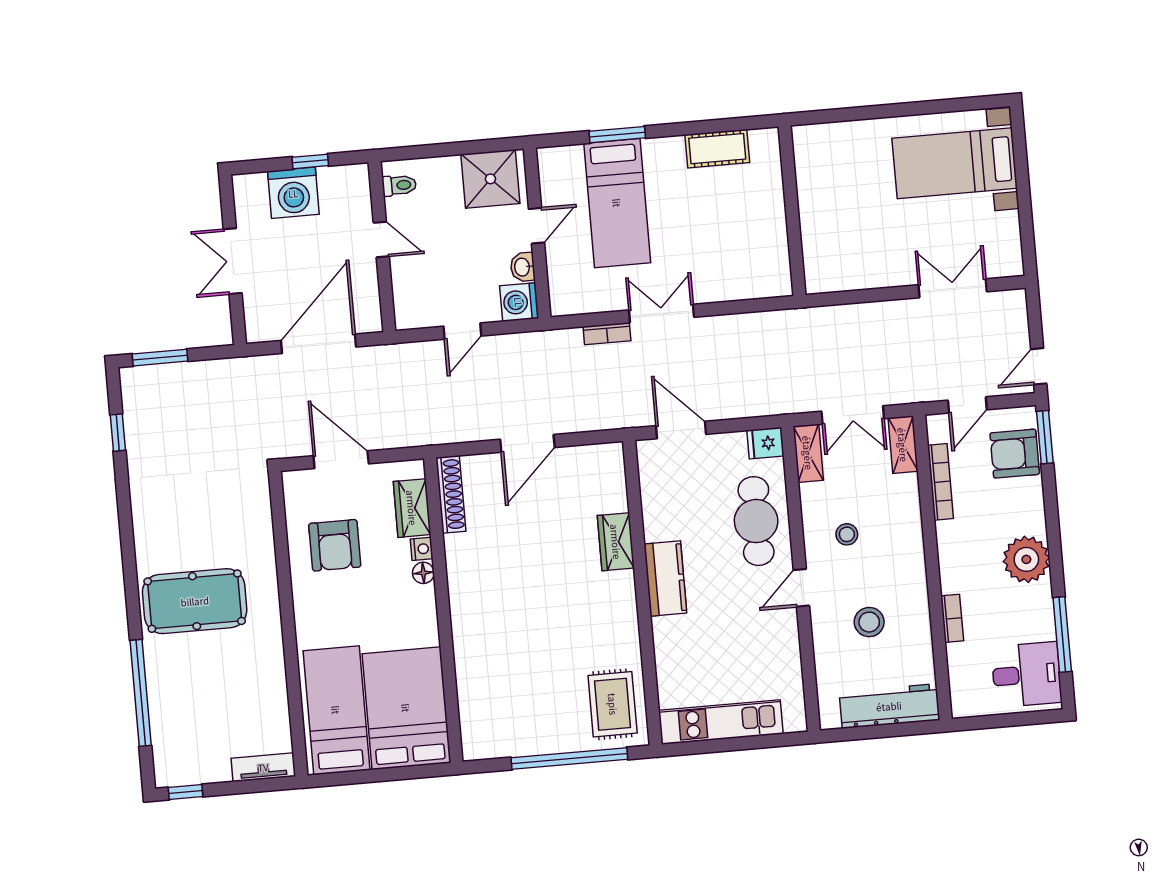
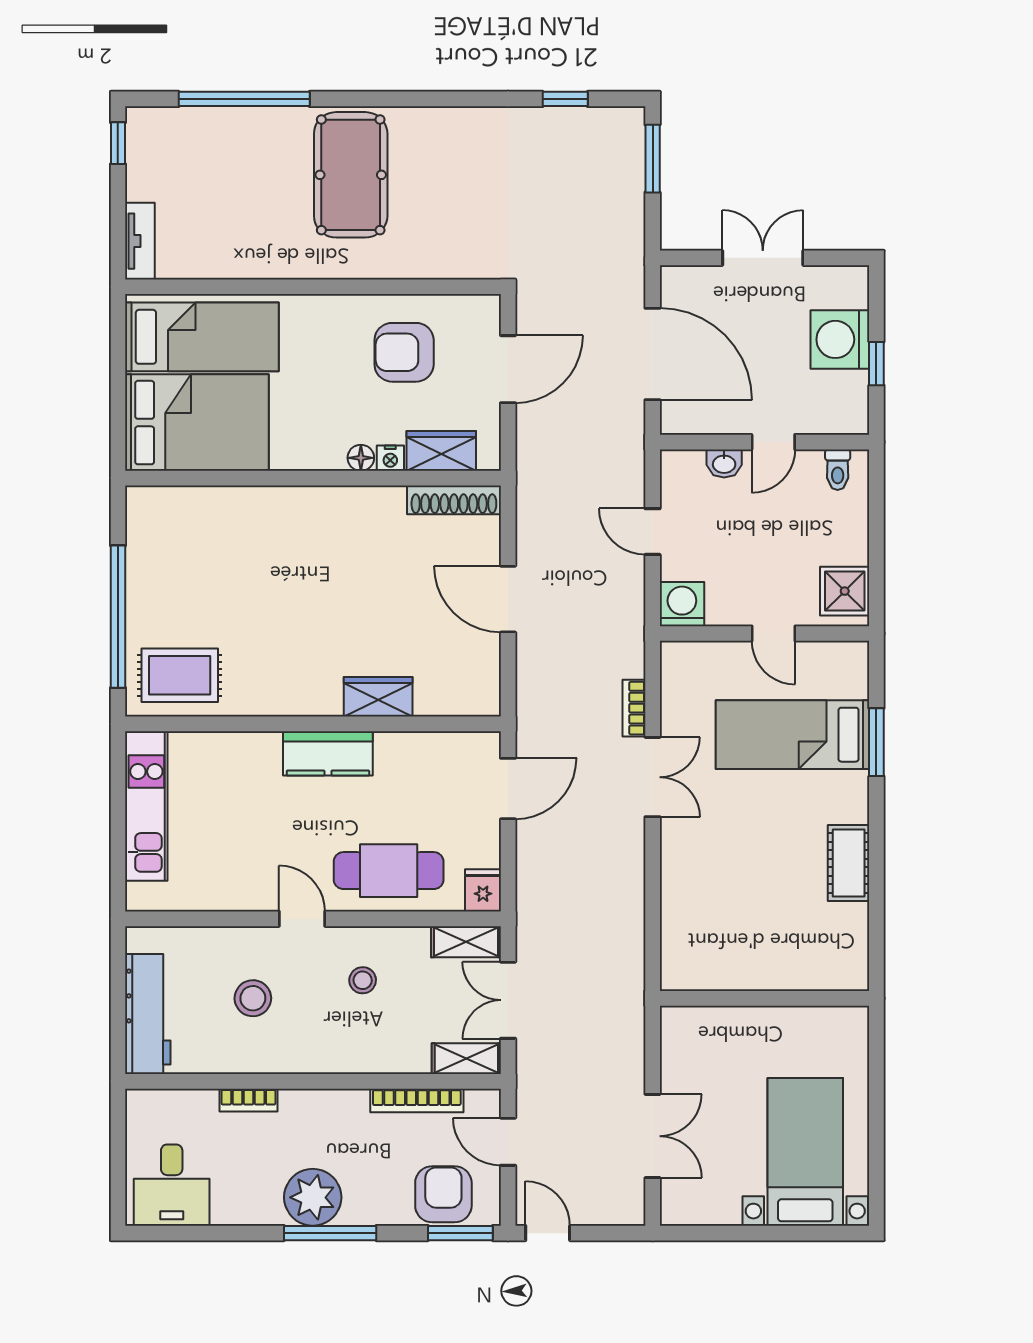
shower: (490, 179) -> (845, 591), width x0.73, depth x0.73
wall: (792, 211) -> (764, 998), moved
washbasin: (523, 267) -> (724, 463), moved, turned 180
window: (1062, 635) -> (330, 1233), moved

